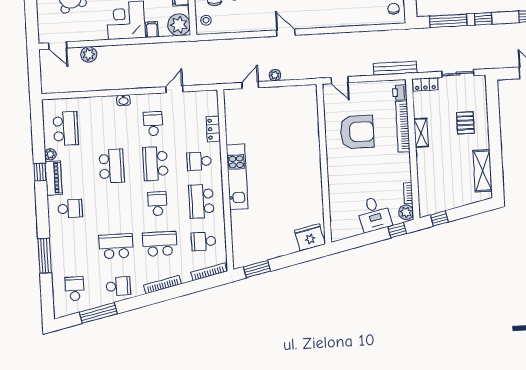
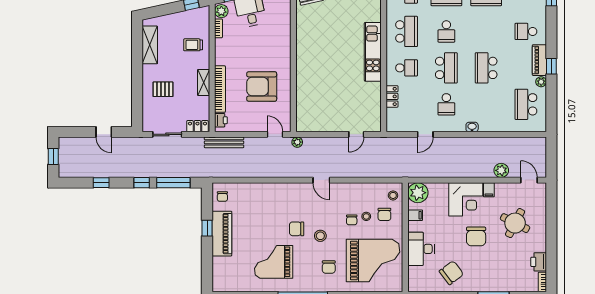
filing cabinet: (152, 30) -> (489, 190), moved
plant: (275, 75) -> (297, 142), moved
pallet: (465, 123) -> (163, 89), turned 90
trolley: (435, 173) -> (193, 45), added

